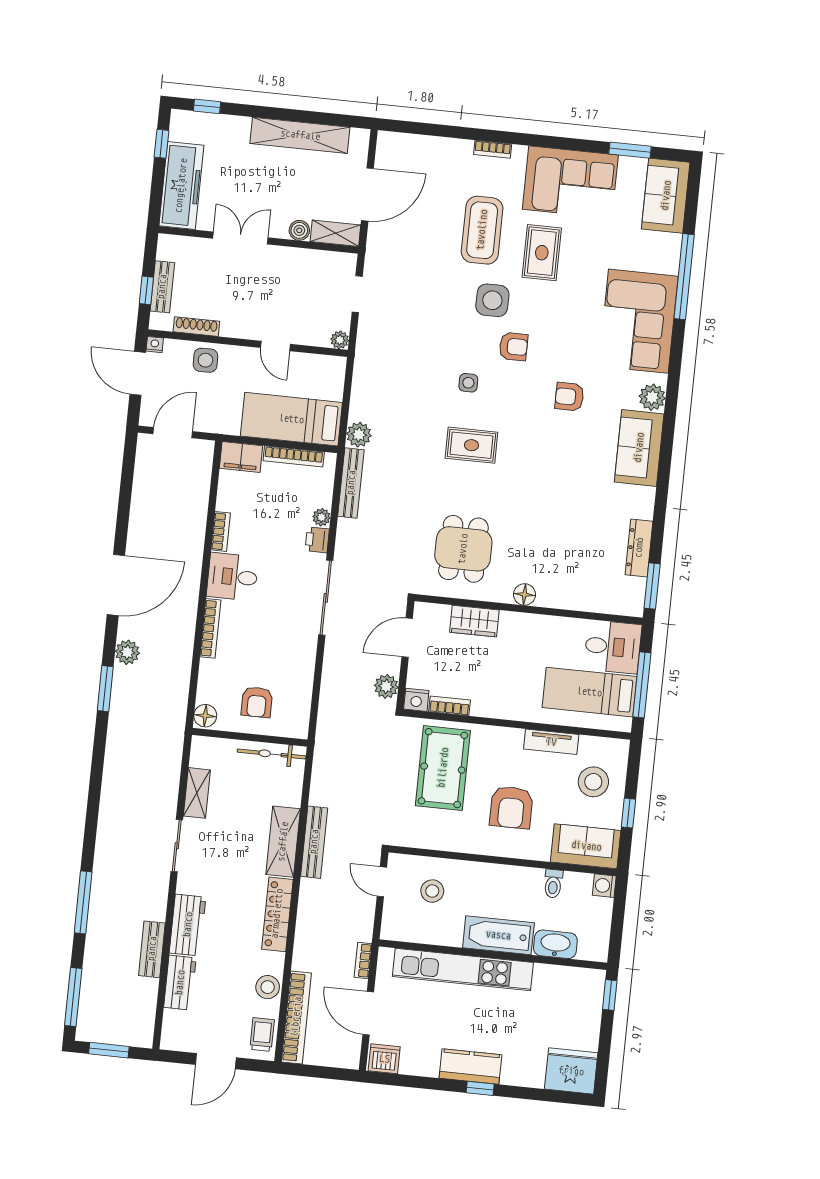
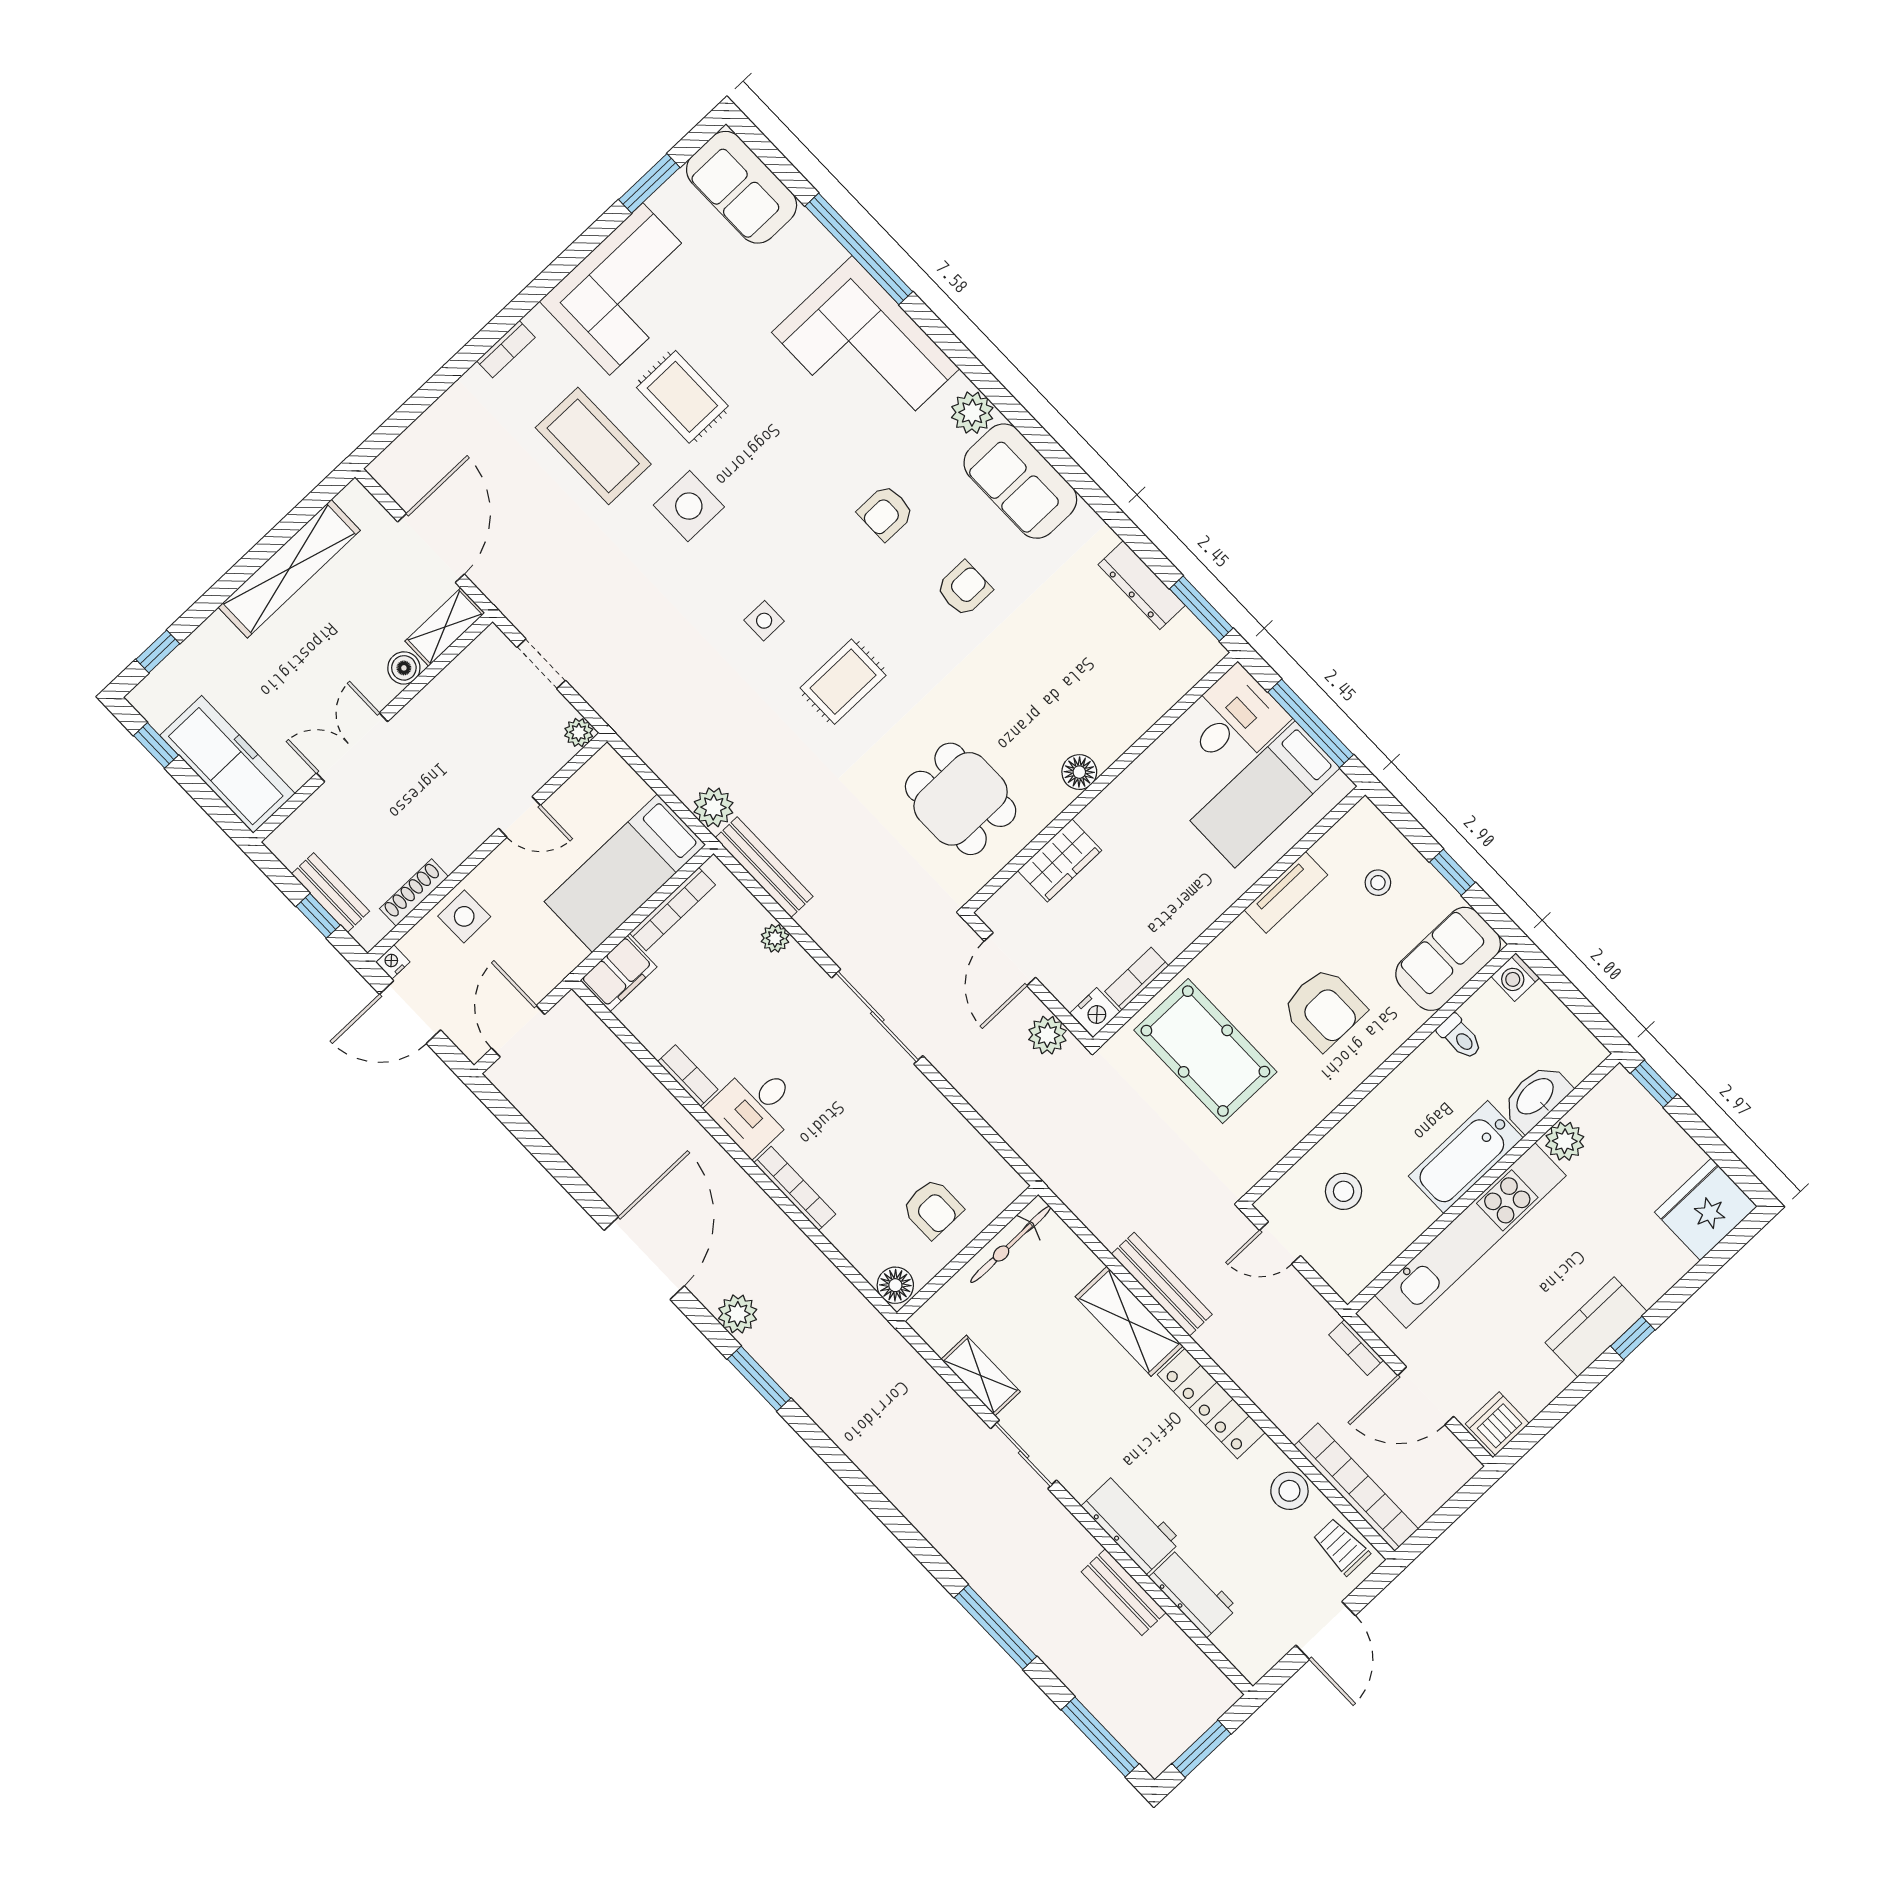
armchair: (514, 347) -> (964, 589), moved
printer: (317, 540) -> (798, 967), removed
stool: (593, 782) -> (1378, 883), width x0.53, depth x0.53
plant: (546, 976) -> (1565, 1141), added

